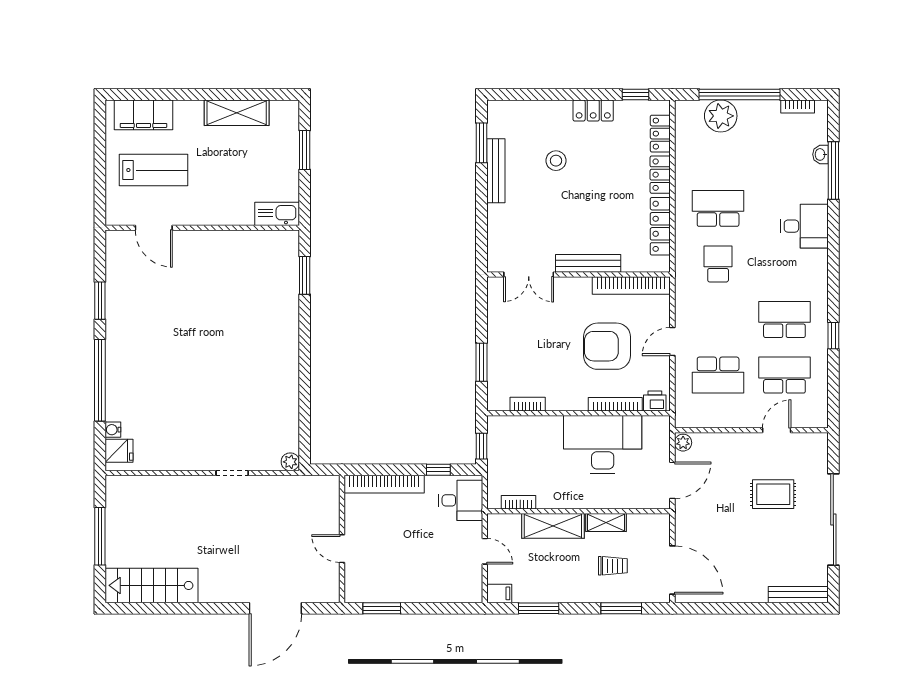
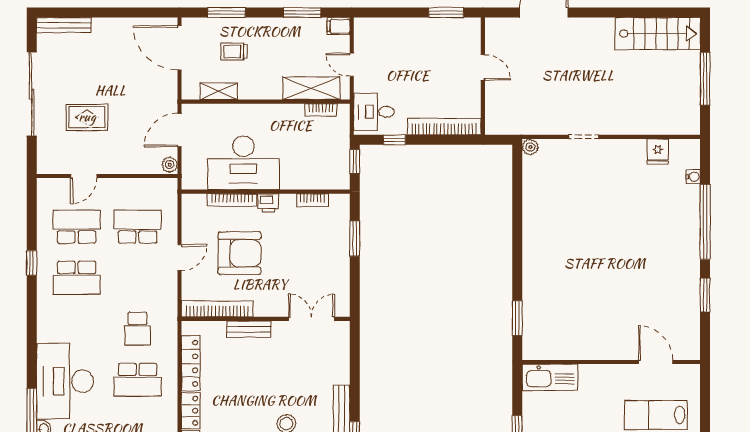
kitchen sink: (277, 214) -> (550, 377), width x1.36, depth x1.24
desk: (804, 226) -> (65, 381), width x1.87, depth x1.30
bench: (588, 263) -> (249, 329), width x0.73
school desk: (784, 375) -> (77, 227), turned 180
printer: (655, 401) -> (268, 203), moved
fridge: (119, 451) -> (658, 152), moved, turned -90
shelving: (606, 522) -> (219, 91), moved
shelving: (553, 526) -> (311, 88), moved

